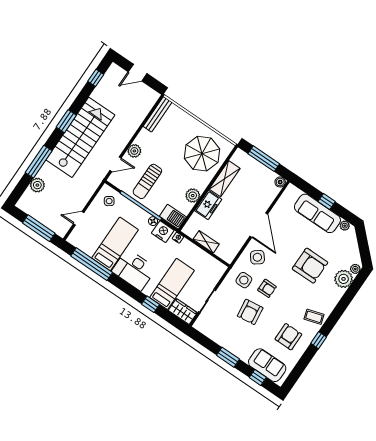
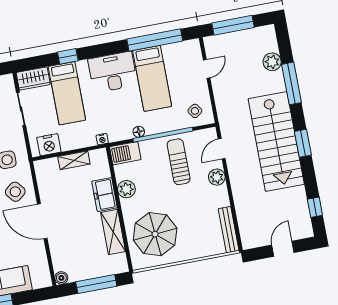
nightstand: (163, 232) -> (49, 145), moved

